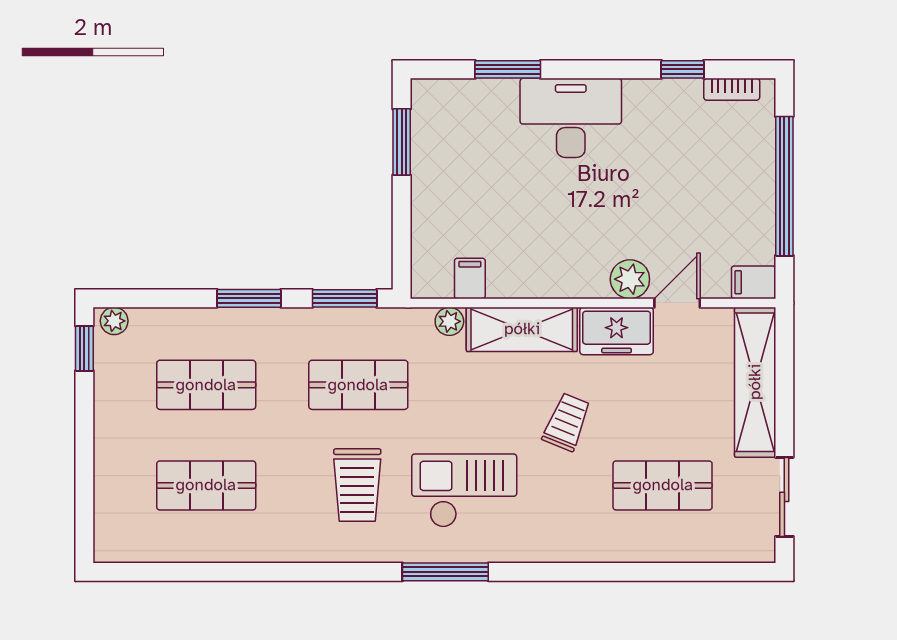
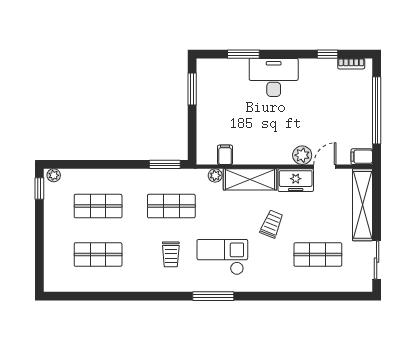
window: (249, 298) -> (119, 164), removed
trolley: (357, 485) -> (171, 254), width x0.73, depth x0.72

